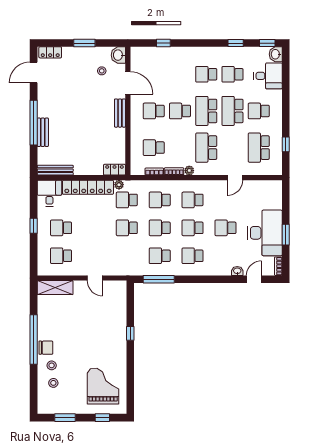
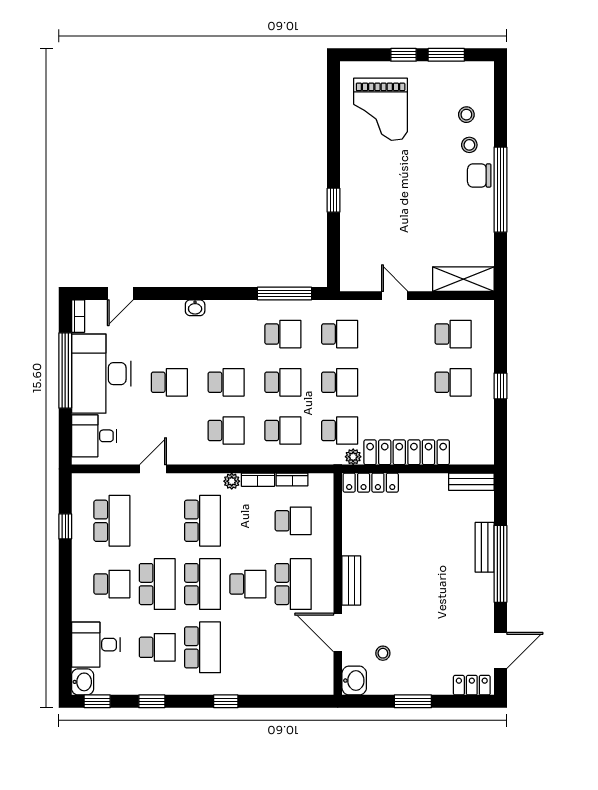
window: (163, 43) -> (226, 701), moved
school desk: (206, 74) -> (203, 647), width x1.85
school desk: (154, 111) -> (293, 584), width x1.85
bench: (55, 170) -> (471, 482), width x0.73
locker: (114, 170) -> (371, 483), width x1.53
desk: (49, 193) -> (94, 436), moved, turned 90
window: (286, 235) -> (65, 370), width x2.11
school desk: (193, 256) -> (340, 334), moved
washbasin: (237, 271) -> (195, 308), moved
window: (102, 418) -> (404, 55), moved

